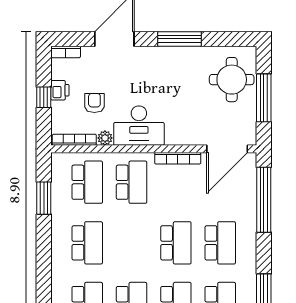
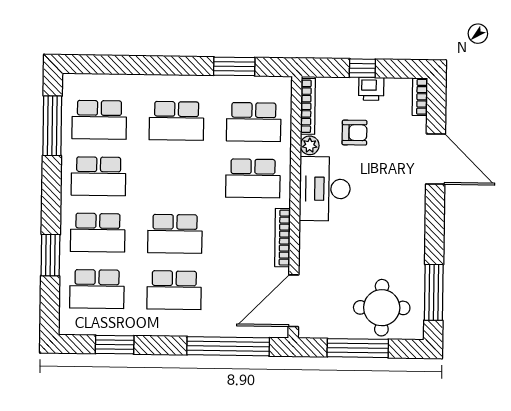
window: (180, 39) -> (434, 292), moved
door: (227, 149) -> (294, 301), hinge flipped

